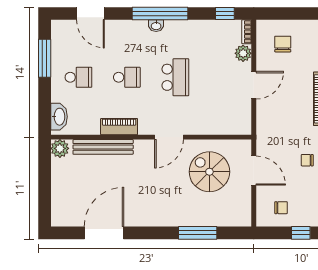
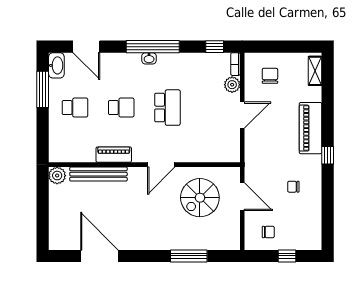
washbasin: (59, 117) -> (56, 65), moved
spiral stairs: (209, 172) -> (200, 198), turned -90
door: (104, 233) -> (99, 256), hinge flipped

